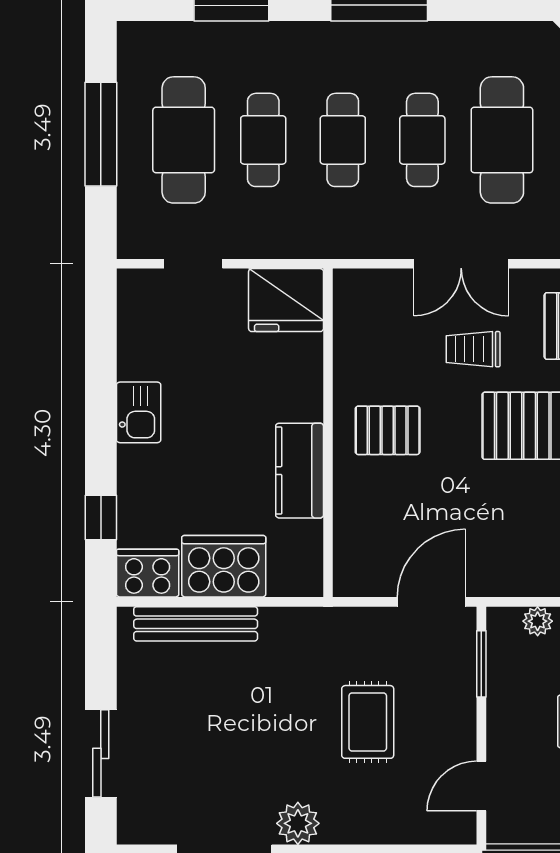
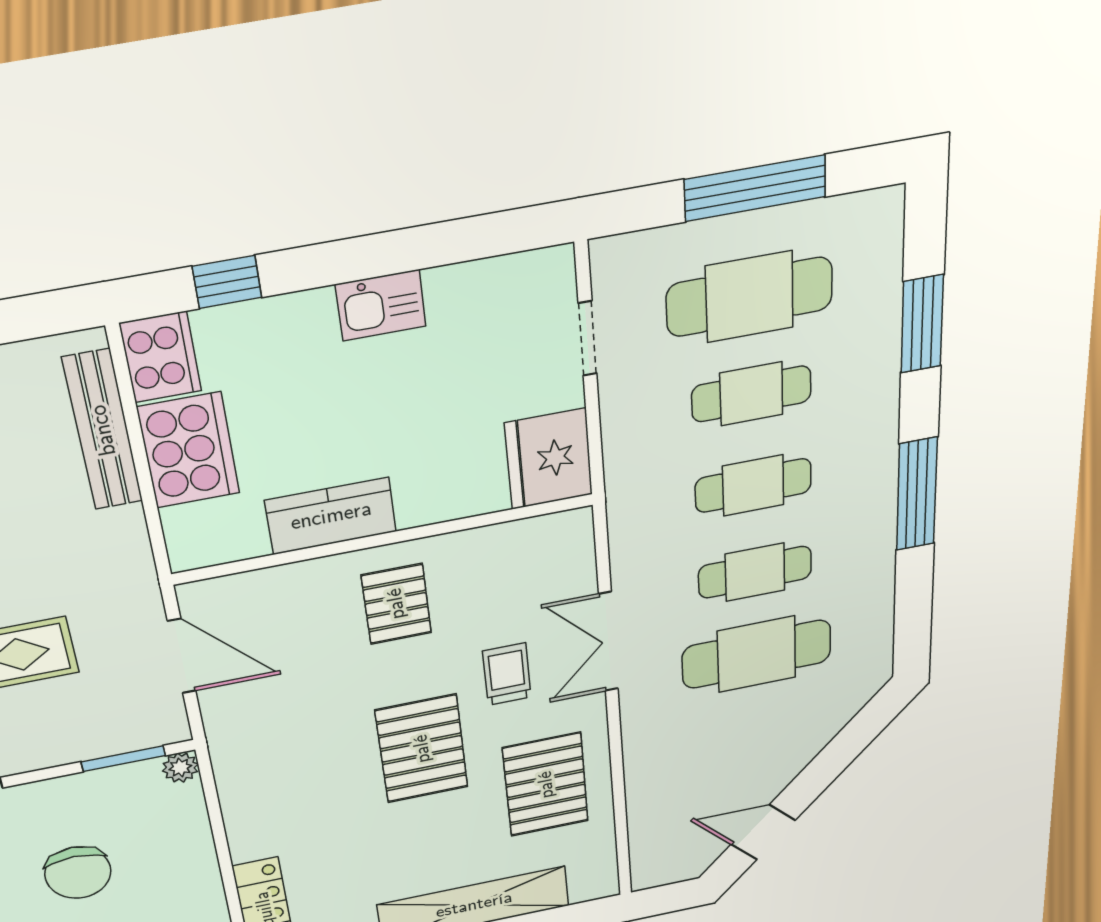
door: (431, 602) -> (182, 656), moved
plant: (538, 621) -> (180, 768), moved

